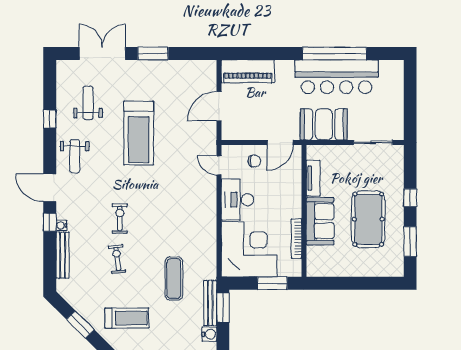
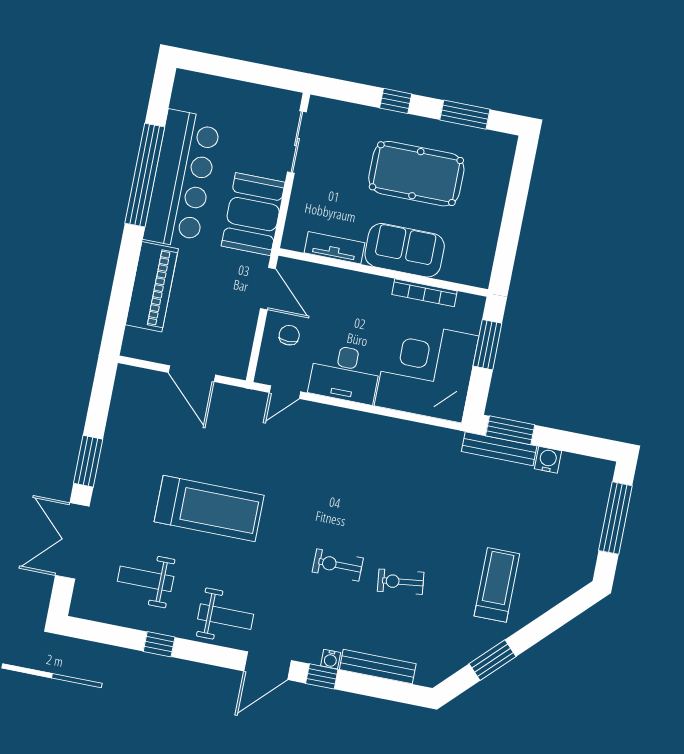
piano: (248, 71) -> (152, 287), moved
exercise mat: (174, 279) -> (449, 499), removed

